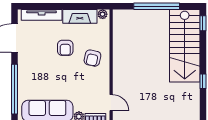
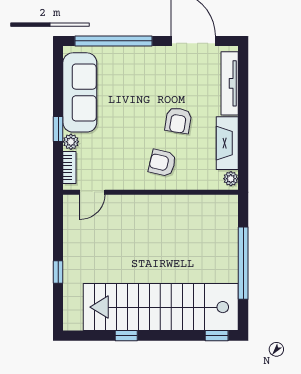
stairs: (185, 46) -> (161, 307), width x1.36
armchair: (65, 48) -> (178, 120), turned -81

